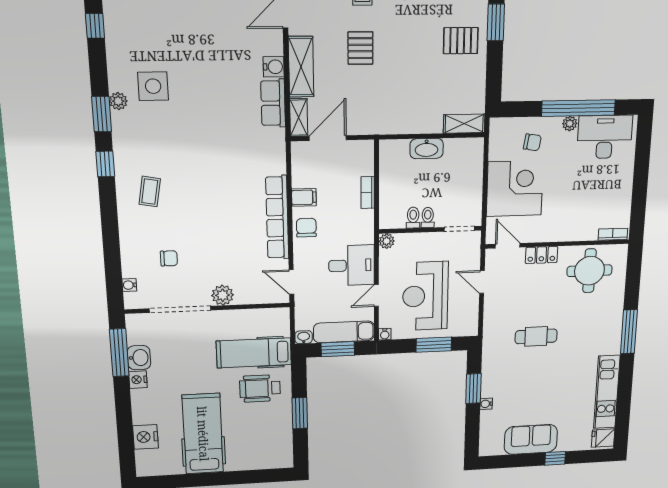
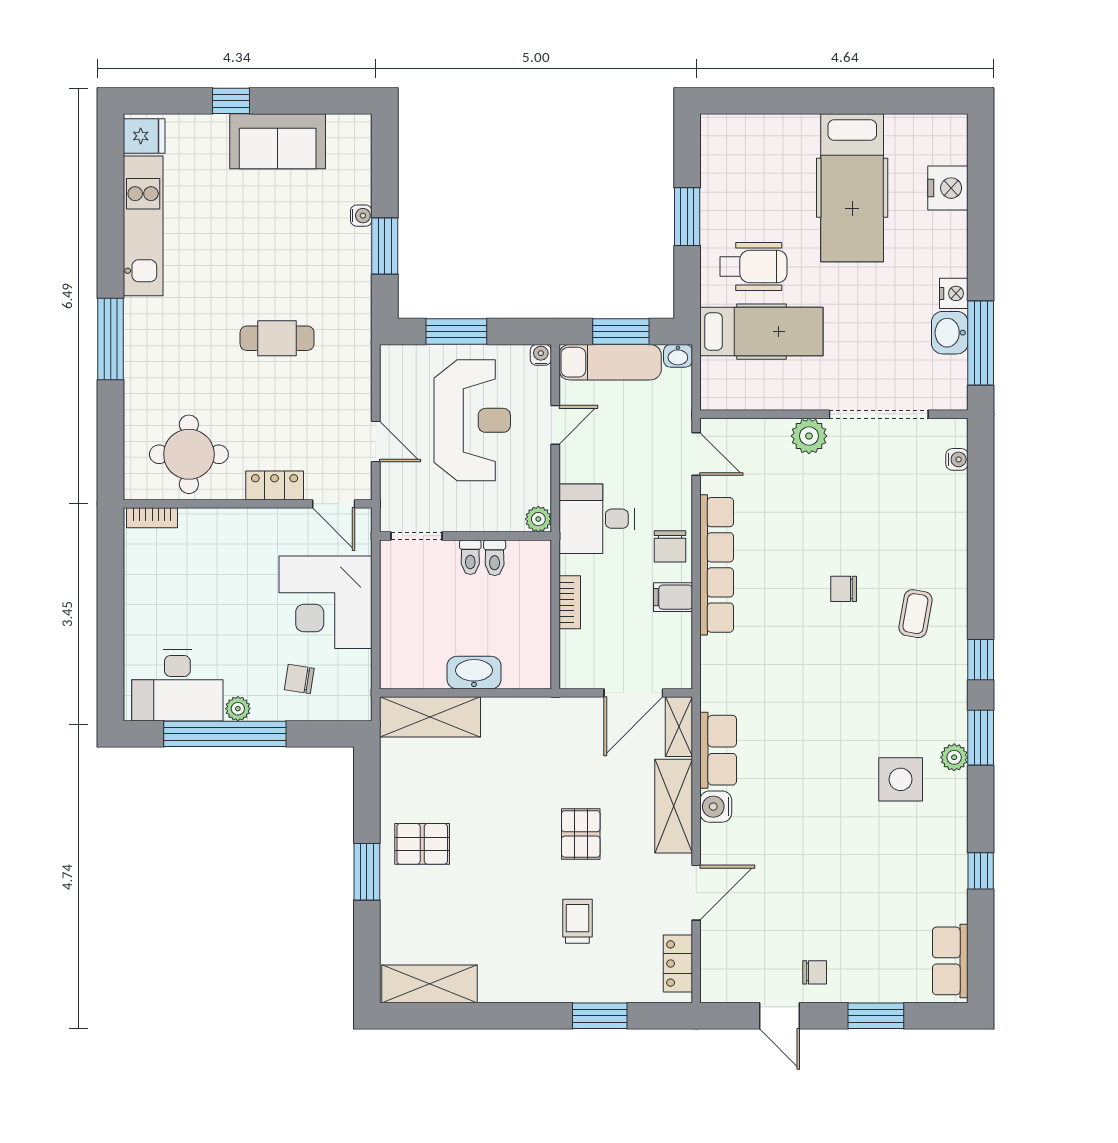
shelving: (464, 124) -> (430, 717), width x1.50, depth x1.33
chair: (169, 258) -> (844, 589), moved
desk: (352, 265) -> (597, 519), moved

